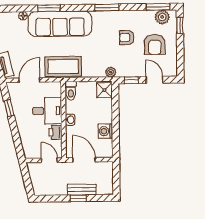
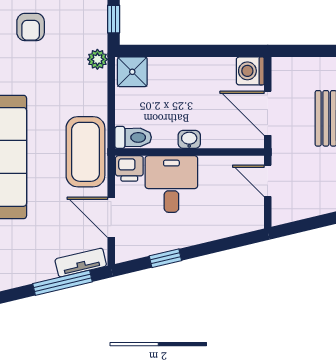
washing machine: (105, 131) -> (250, 71), moved, turned 90
printer: (55, 132) -> (129, 168), moved
door: (49, 160) -> (268, 181), hinge flipped
door: (84, 160) -> (268, 113), hinge flipped

